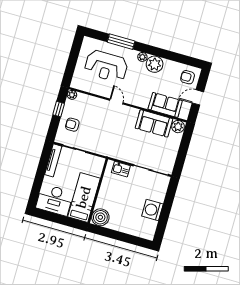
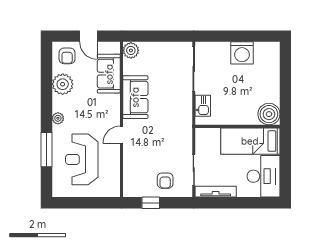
plant: (155, 64) -> (63, 84), moved
reception desk: (106, 66) -> (82, 159), turned 180
plant: (72, 95) -> (129, 191), removed
sofa: (154, 123) -> (135, 97), moved

